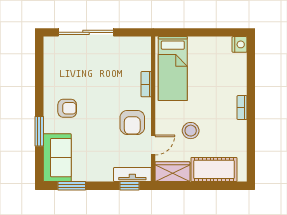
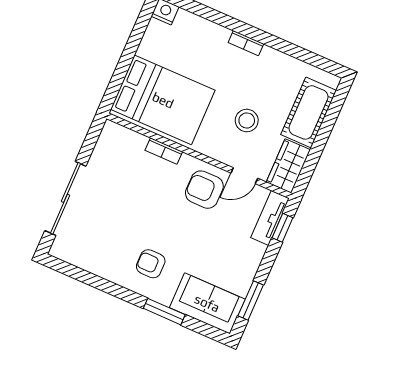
bed: (173, 69) -> (163, 100), width x1.50
armchair: (67, 108) -> (151, 264), turned -90
armchair: (132, 122) -> (204, 190), turned 180
door: (153, 145) -> (244, 176), swing flipped

